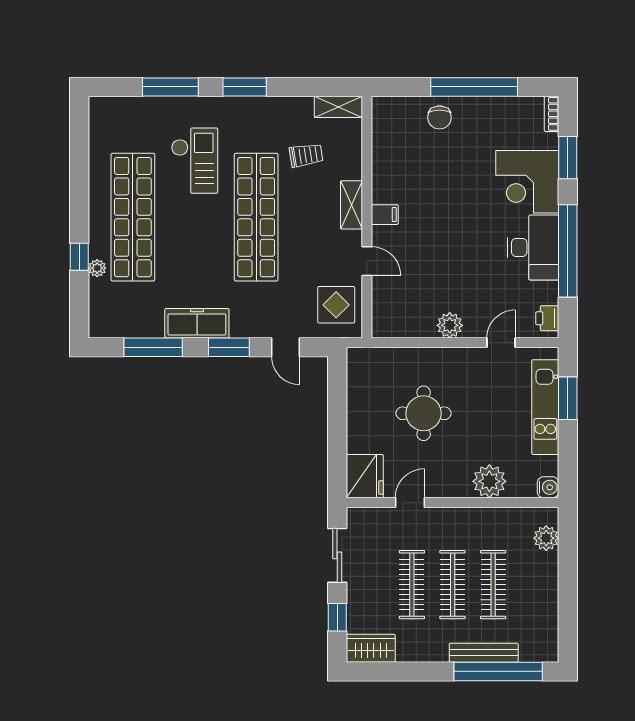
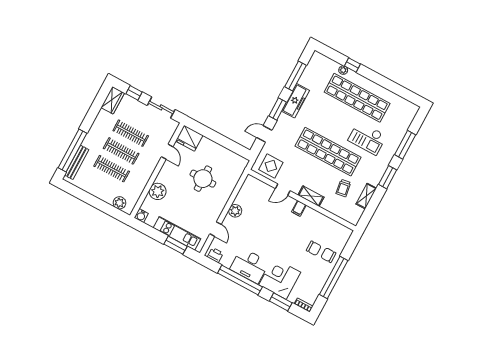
shelving: (338, 107) -> (366, 196), moved
chair: (441, 150) -> (314, 248), added
bench: (484, 653) -> (77, 162), moved

